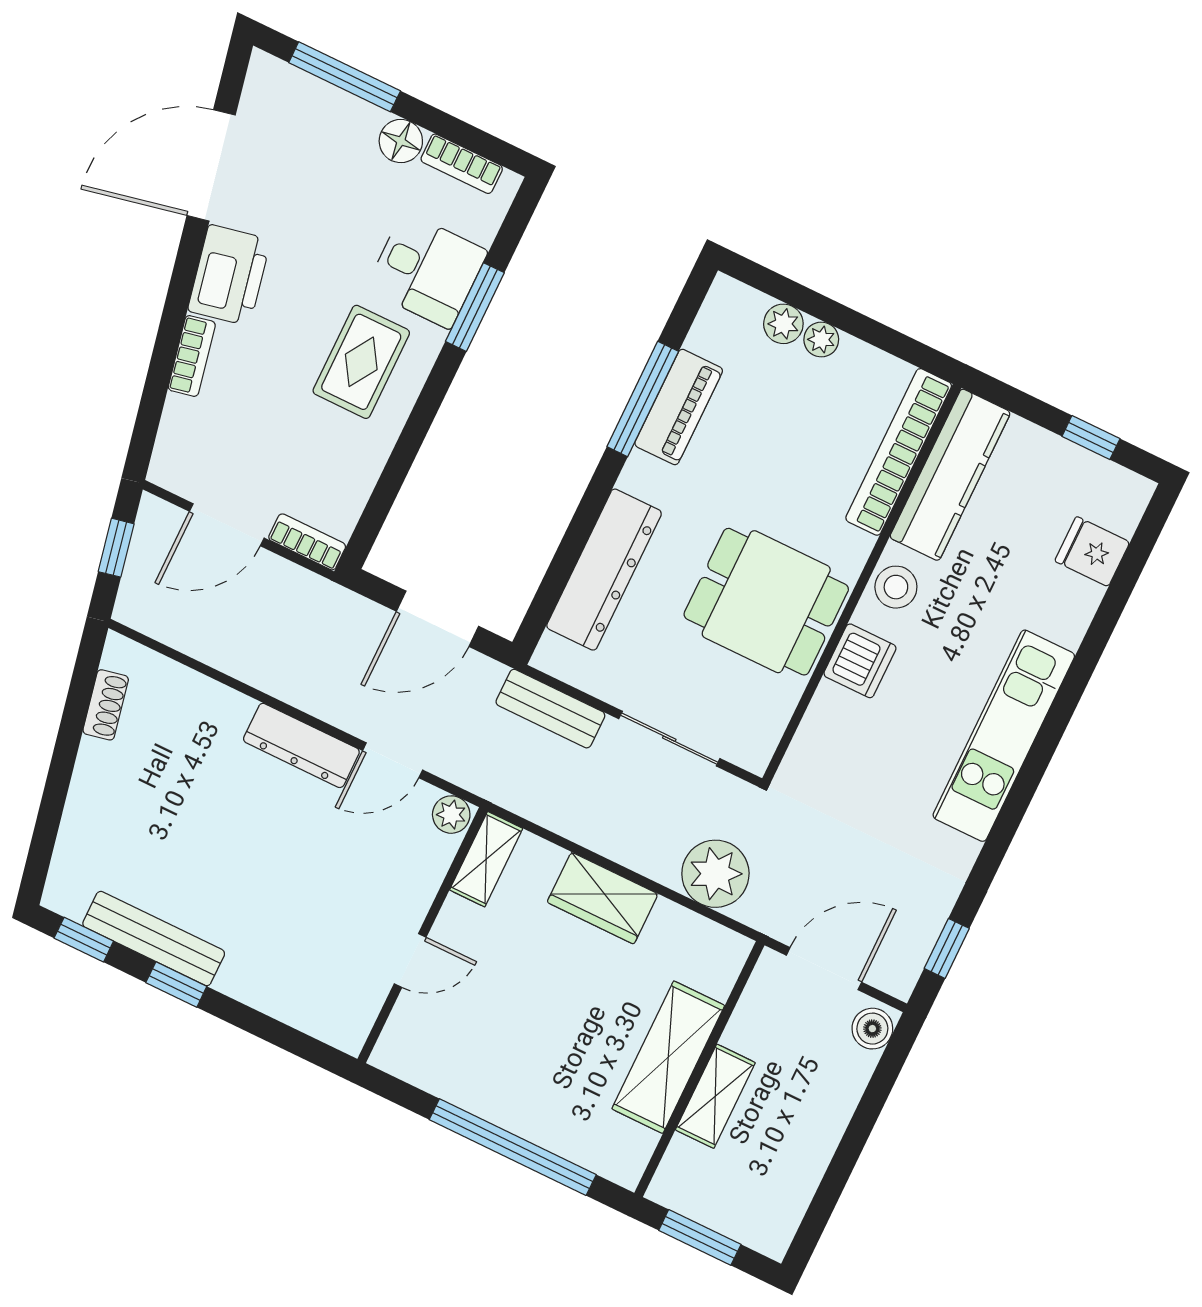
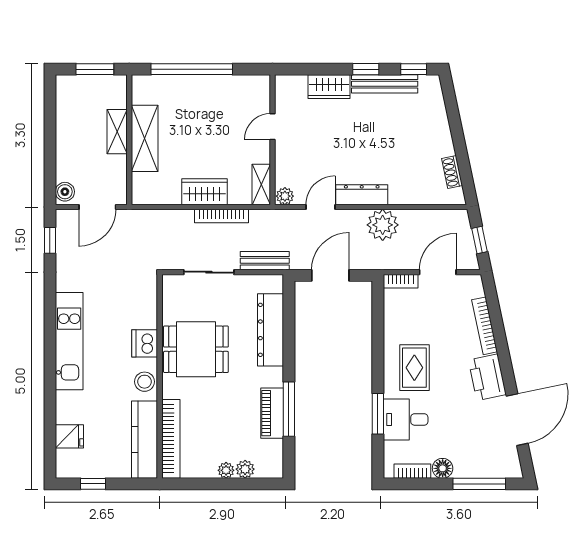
bookcase: (192, 356) -> (485, 326), width x1.56
bookcase: (592, 835) -> (222, 216), added
plant: (715, 874) -> (383, 225), moved
wardrobe: (264, 985) -> (329, 87), added

